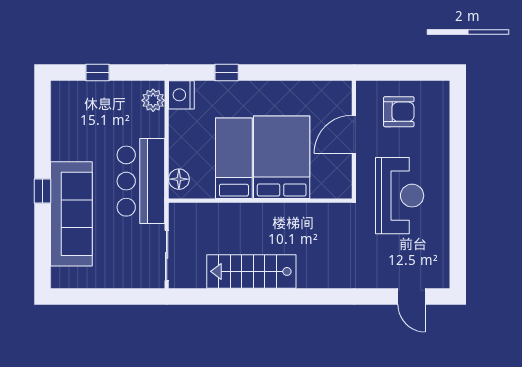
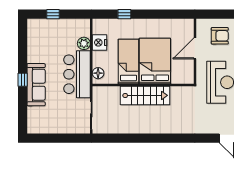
nightstand: (181, 95) -> (99, 43), moved
plant: (153, 100) -> (84, 43), moved
sofa: (71, 214) -> (36, 85), width x0.74, depth x0.79
stairs: (251, 271) -> (145, 95), moved, turned 180

